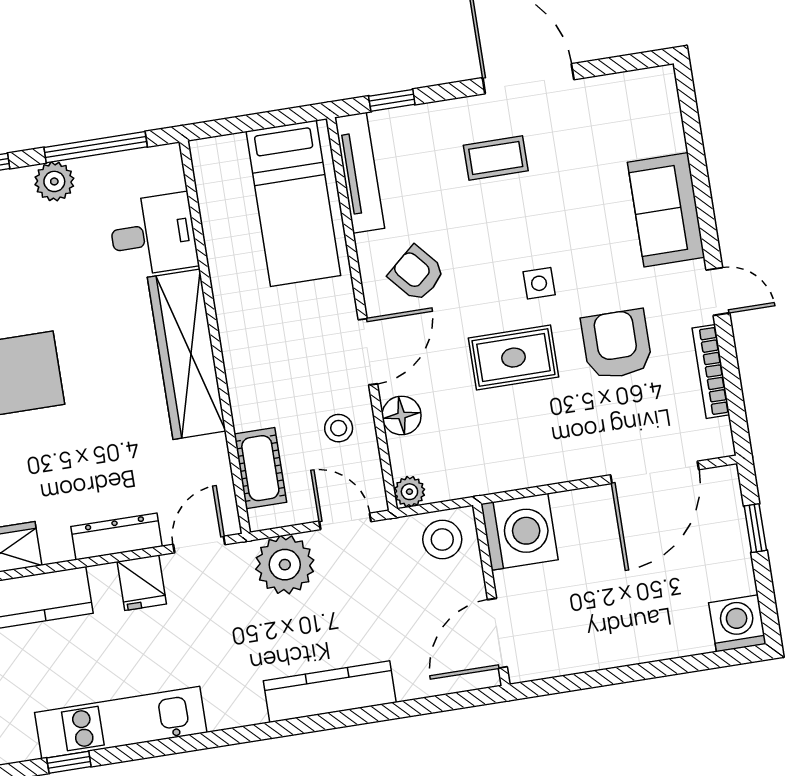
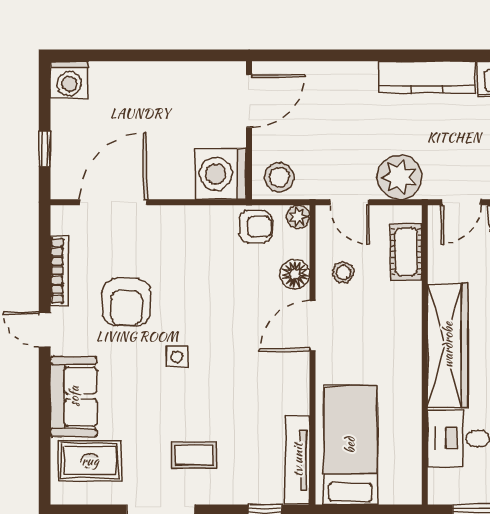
armchair: (417, 274) -> (255, 227), moved, turned -49
rug: (513, 358) -> (90, 461), moved
kitchen counter: (330, 692) -> (427, 77), moved

